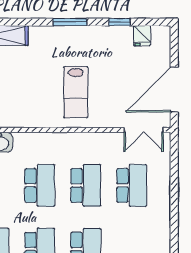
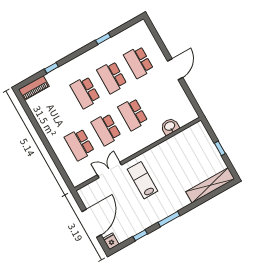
fridge: (142, 36) -> (111, 241), moved
door: (174, 90) -> (92, 223), moved
double door: (144, 130) -> (109, 170), moved

